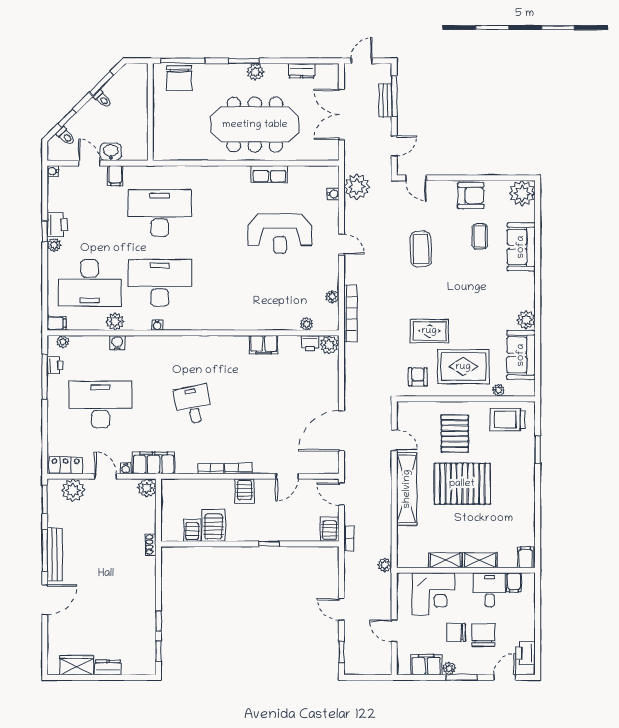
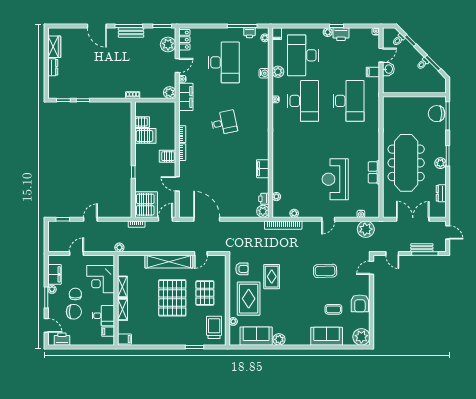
pallet: (455, 434) -> (205, 293), turned 90
server rack: (330, 529) -> (146, 205), width x2.18, depth x1.44
bench: (55, 554) -> (131, 32), width x0.73

